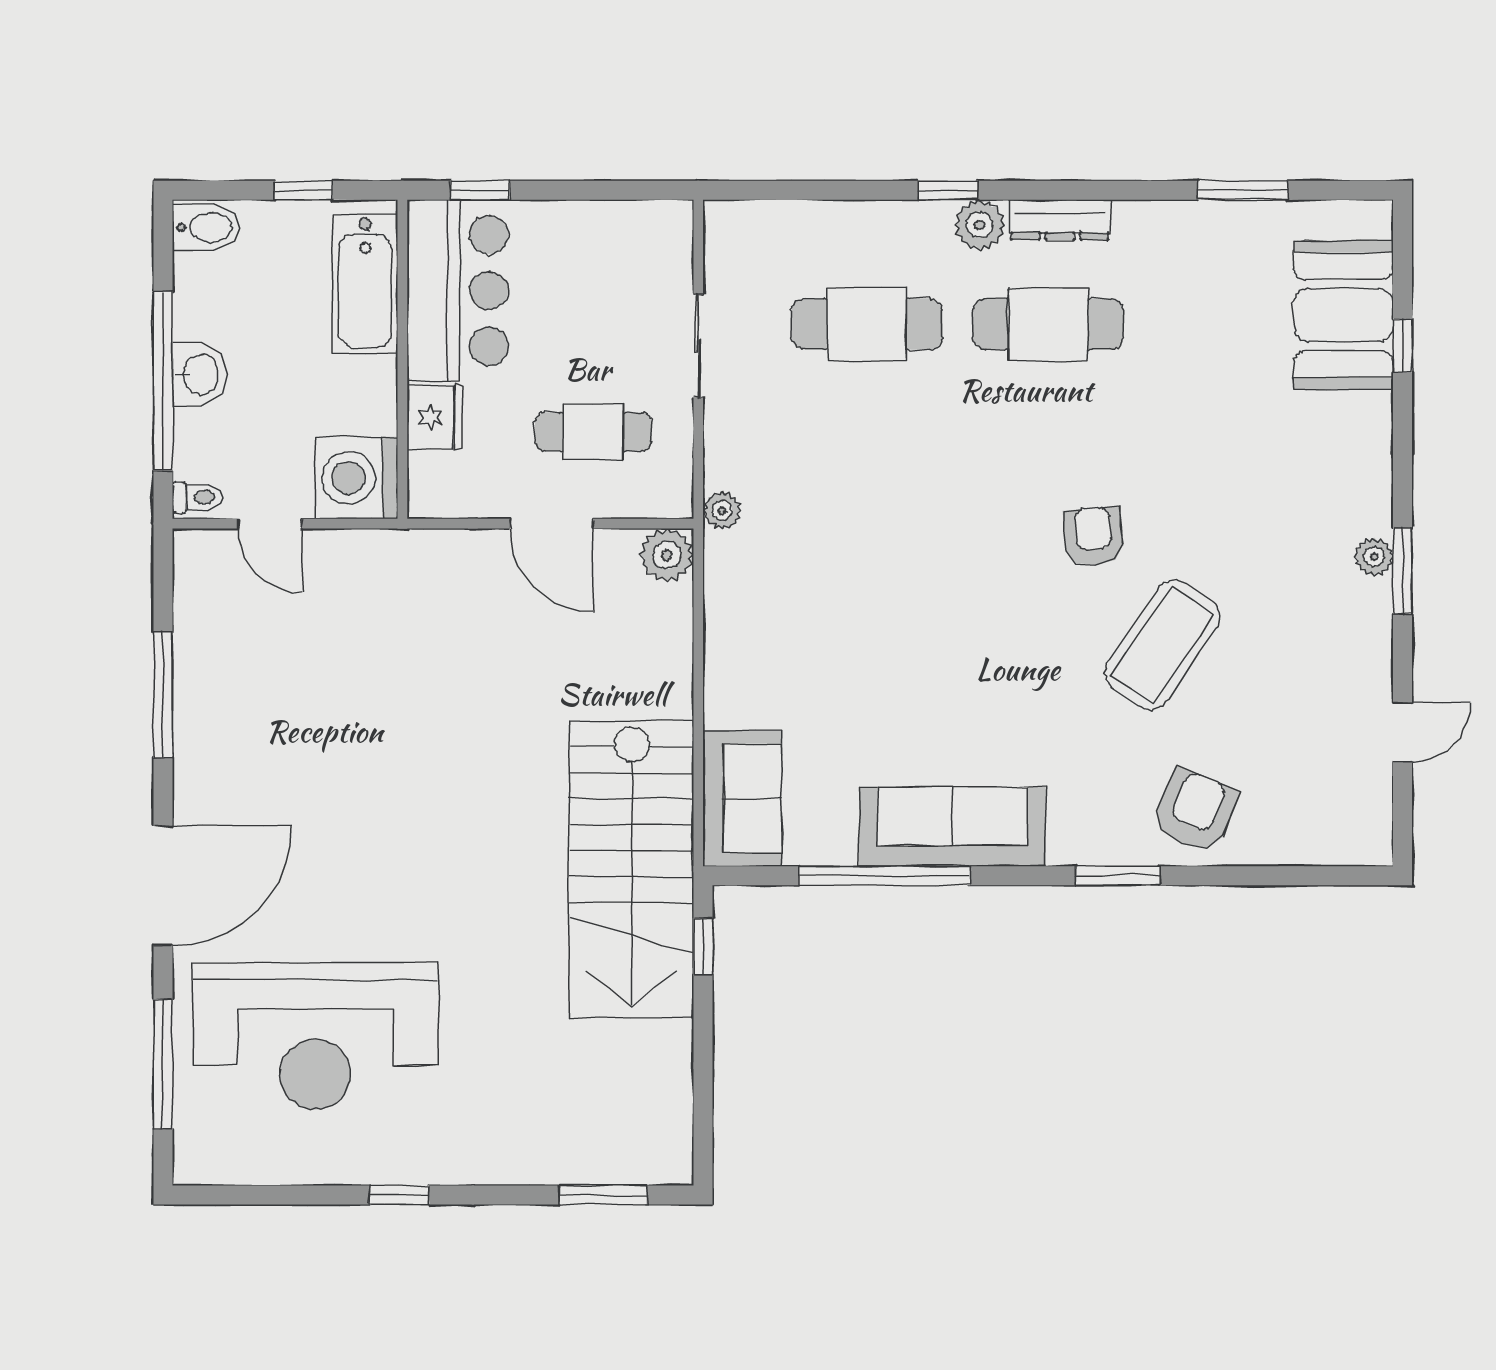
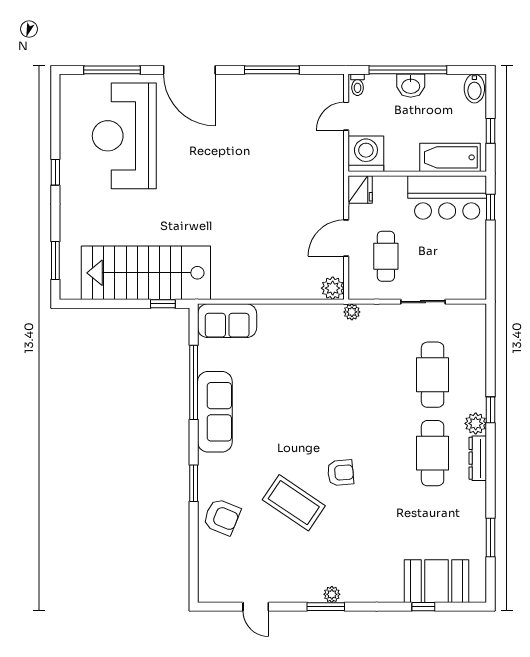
fridge: (435, 417) -> (360, 189), moved, turned -90
stairs: (632, 869) -> (146, 273), moved

